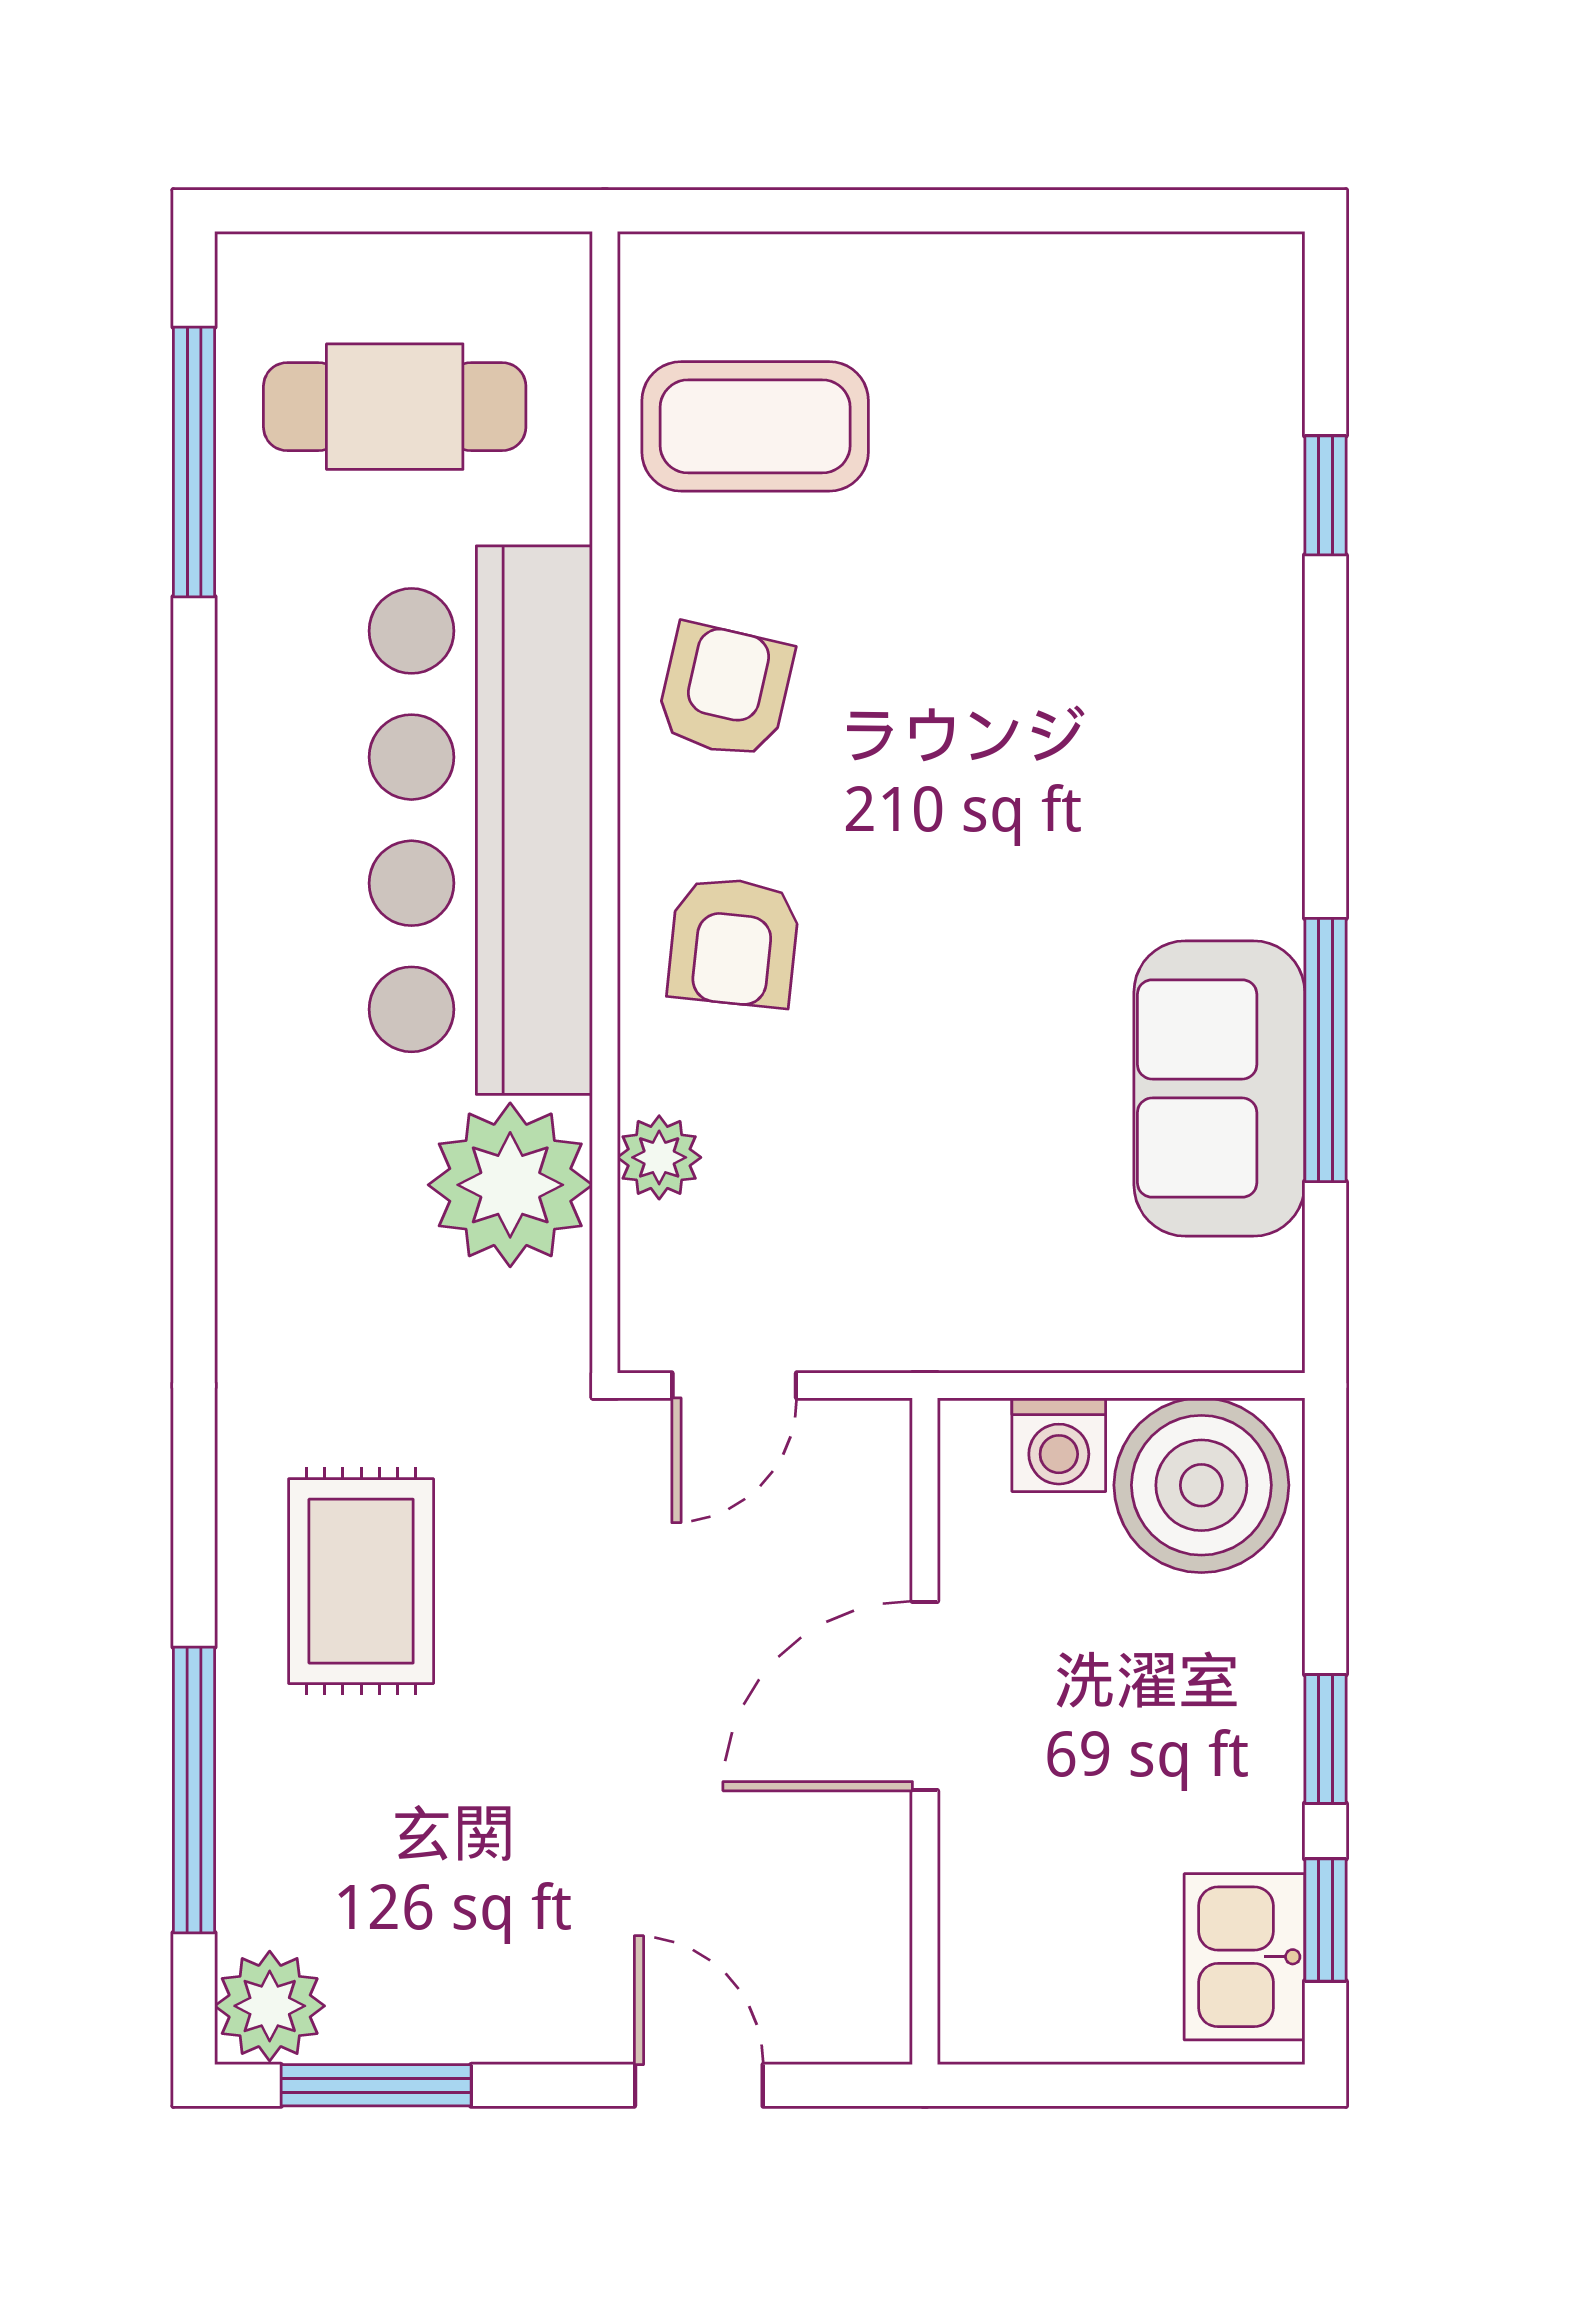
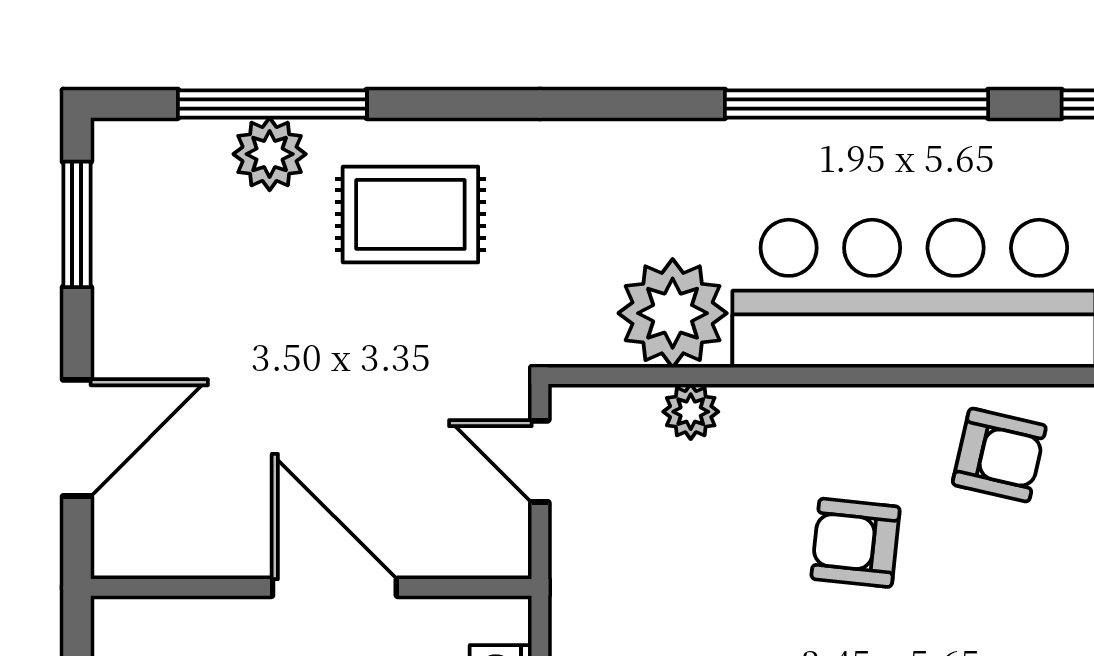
window: (194, 907) -> (857, 104), added
armchair: (734, 942) -> (856, 543), moved
plant: (270, 2006) -> (270, 154), moved
door: (699, 2085) -> (77, 438), width x1.38

